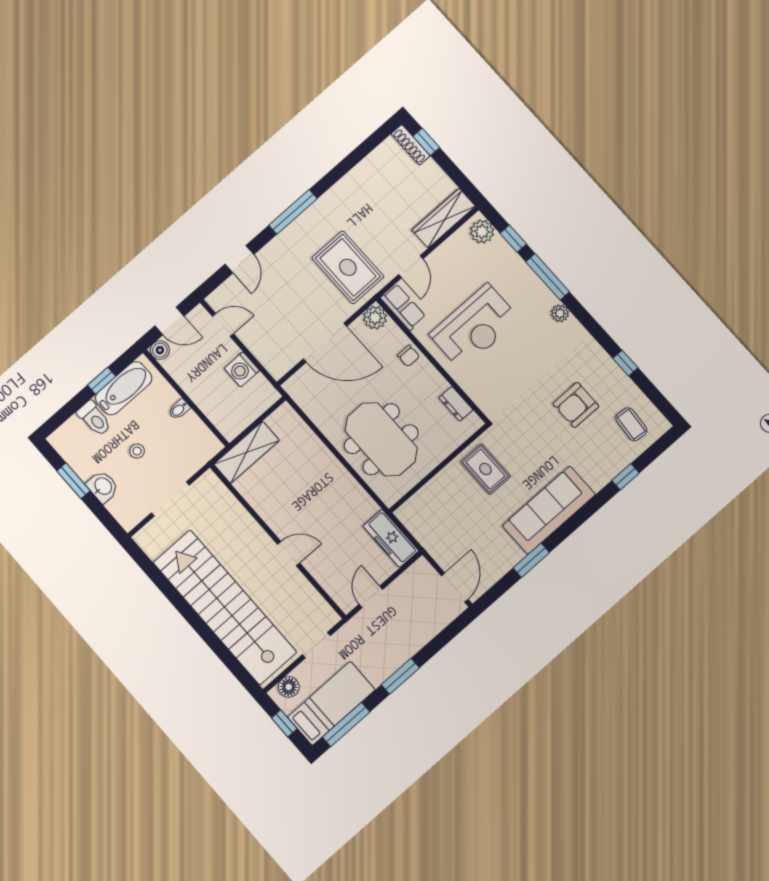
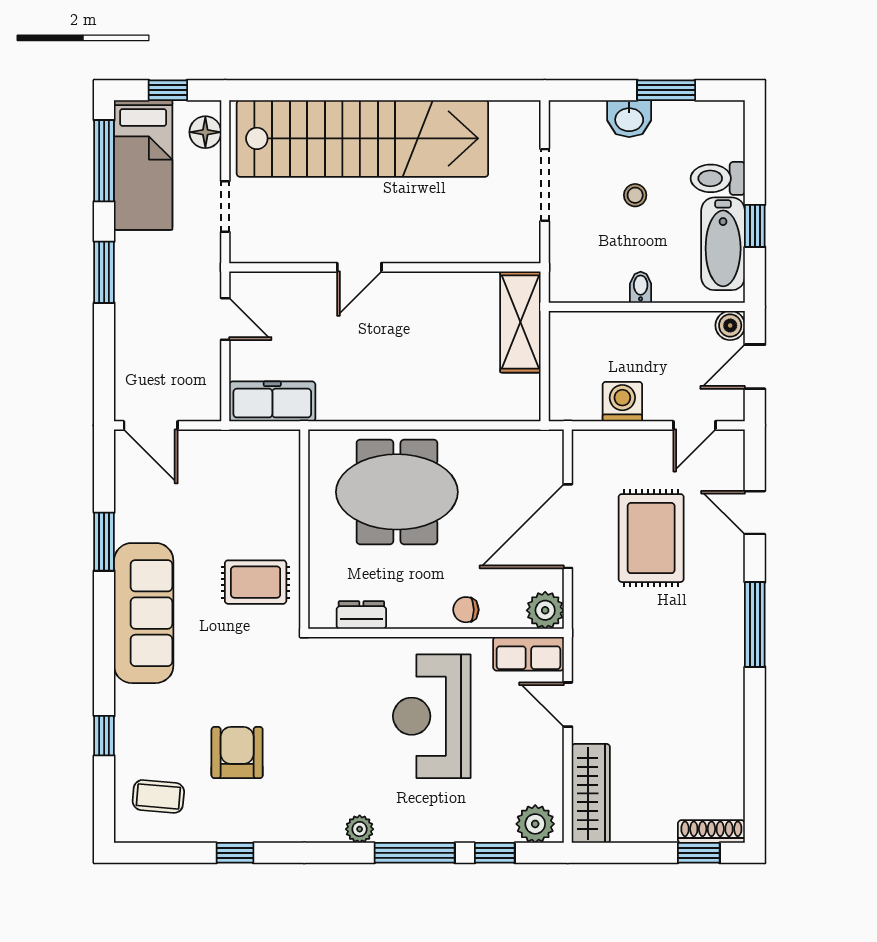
rug: (348, 267) -> (651, 538), moved, turned 90

